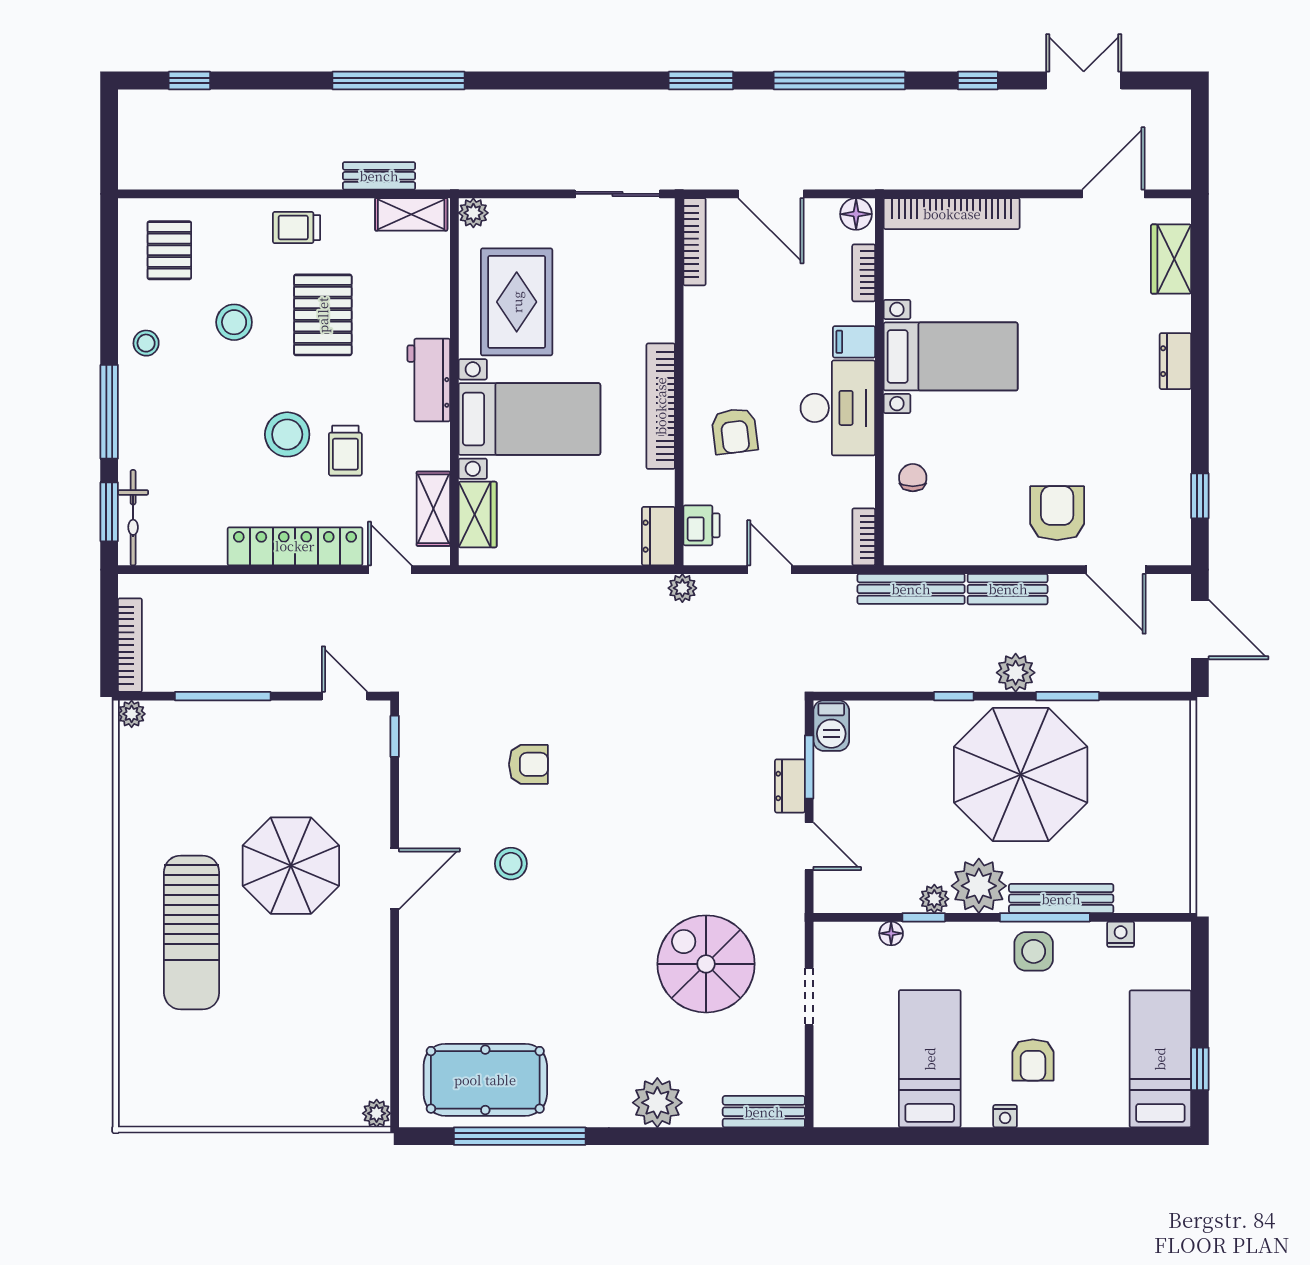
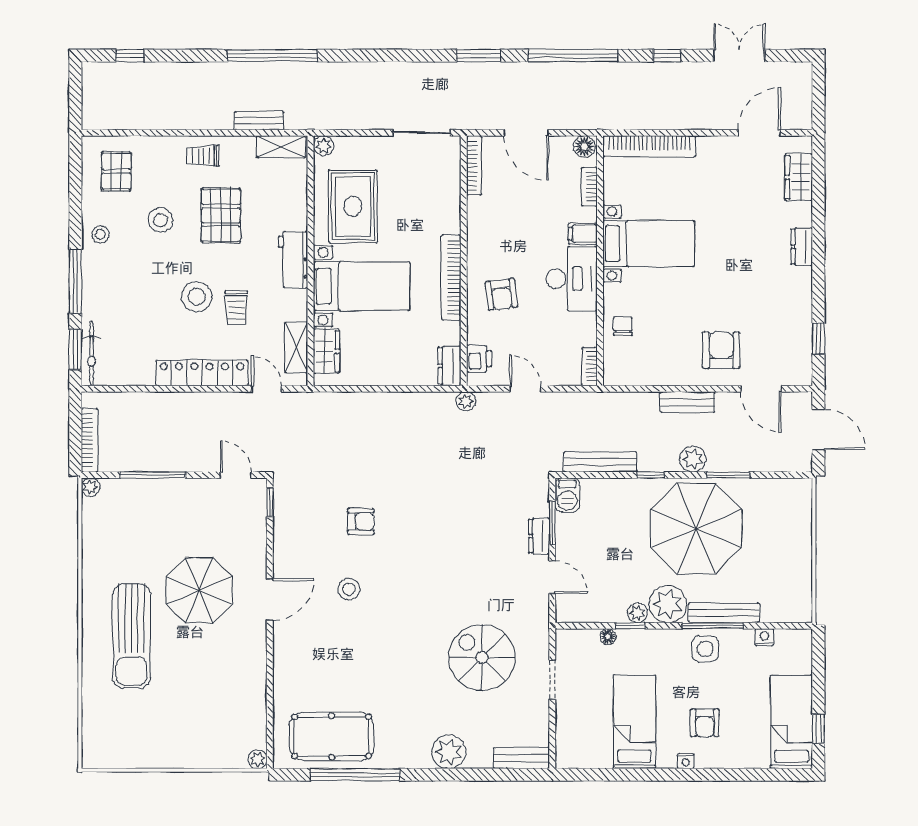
bench: (911, 589) -> (600, 462), moved

